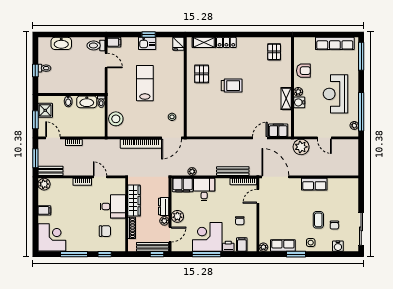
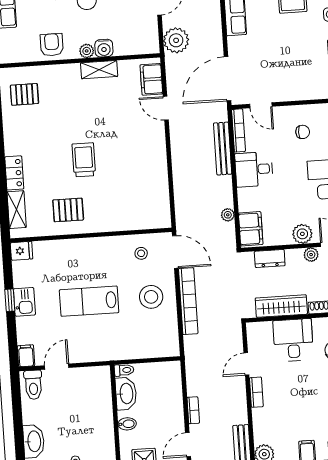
stool: (116, 119) -> (151, 297), moved
desk: (204, 189) -> (254, 169), moved
dresser: (164, 207) -> (270, 259), moved

